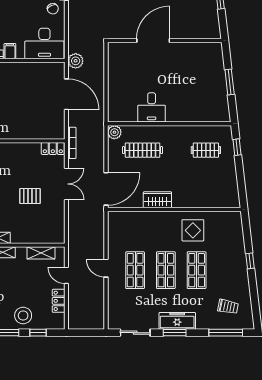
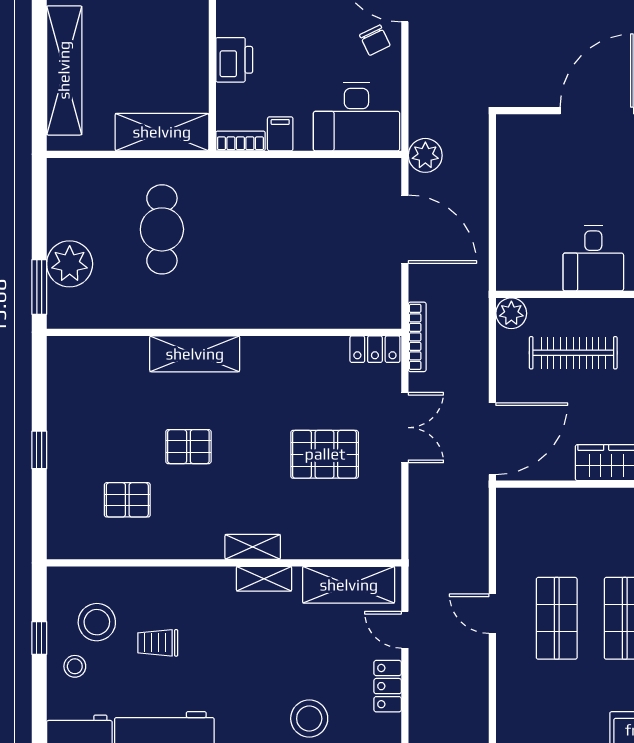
pallet: (30, 196) -> (325, 454), width x1.50, depth x1.42
shelving: (41, 253) -> (349, 585), width x1.50, depth x1.33

